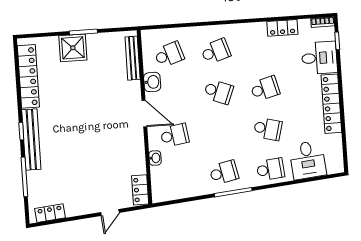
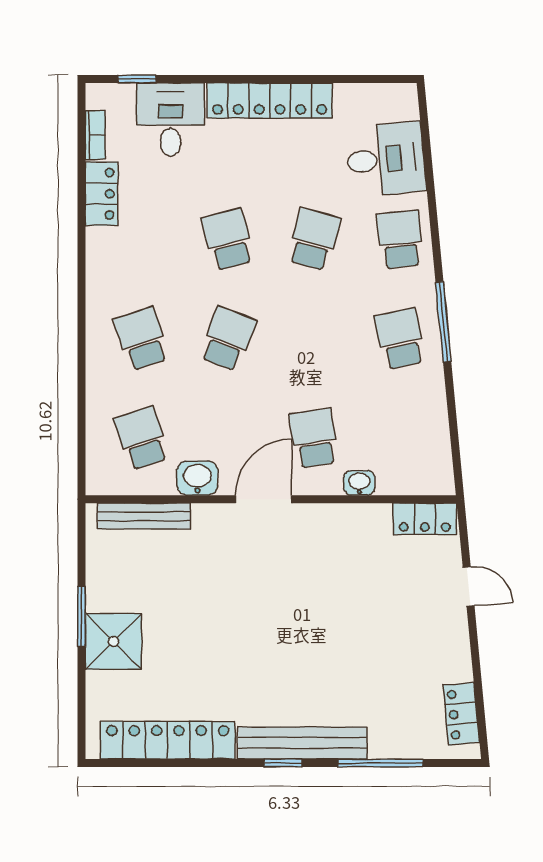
bookcase: (323, 22) -> (95, 135), moved

